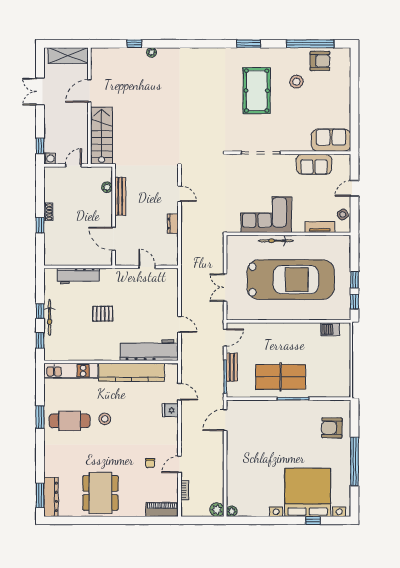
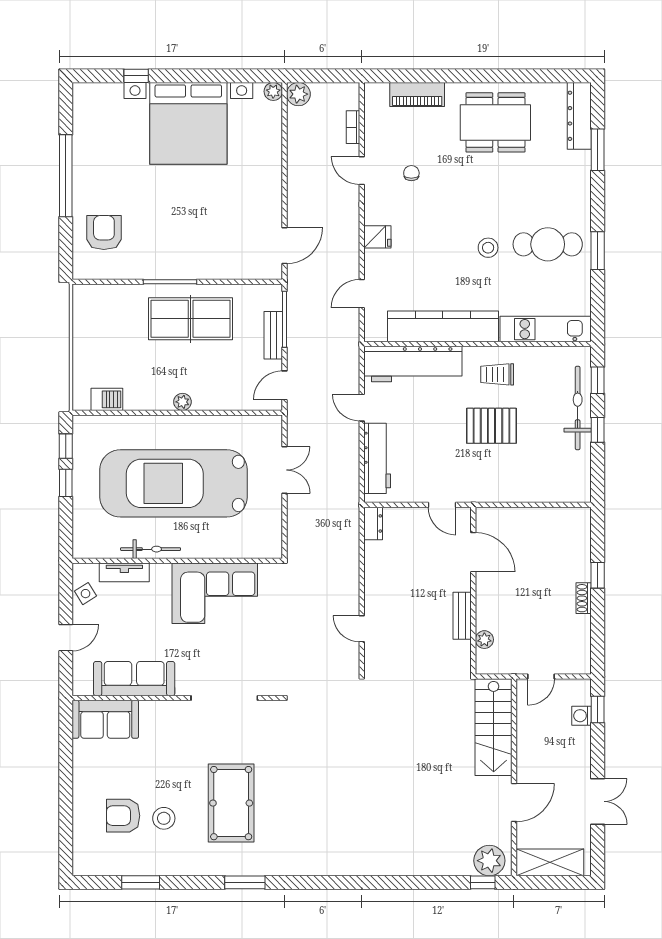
window: (134, 44) -> (483, 882), moved
window: (310, 44) -> (141, 882), width x0.47
plant: (151, 52) -> (489, 861), moved, width x1.87, depth x1.87
armchair: (320, 61) -> (123, 816), moved
washing machine: (50, 158) -> (582, 716), moved
sofa: (314, 164) -> (134, 679), width x1.36
bench: (120, 196) -> (462, 616), width x0.73
dresser: (173, 224) -> (373, 523), moved
bicycle: (276, 241) -> (151, 549), moved
door: (147, 267) -> (442, 505), moved
workbench: (78, 276) -> (377, 458), moved, turned 90
pallet: (103, 314) -> (491, 426), width x1.50, depth x1.42
bicycle: (50, 318) -> (578, 408), width x1.37, depth x1.40
plant: (285, 328) -> (182, 402), added
trolley: (99, 344) -> (497, 374), added
door: (179, 392) -> (362, 294), hinge flipped
fridge: (170, 410) -> (377, 237), moved
armchair: (332, 428) -> (104, 233), turned -91
door: (179, 464) -> (362, 171), swing flipped
bed with nightstands: (308, 492) -> (188, 123), moved
dining table: (100, 493) -> (495, 122), turned 90
window: (40, 495) -> (598, 150), moved
piano: (162, 509) -> (417, 95), moved

